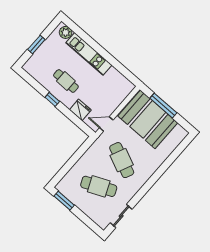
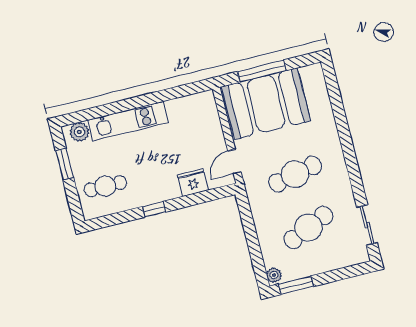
window: (36, 45) -> (64, 164), moved
cafe table: (66, 81) -> (105, 186), moved
cafe table: (122, 160) -> (295, 174), turned -36
plant: (61, 186) -> (274, 275), added

